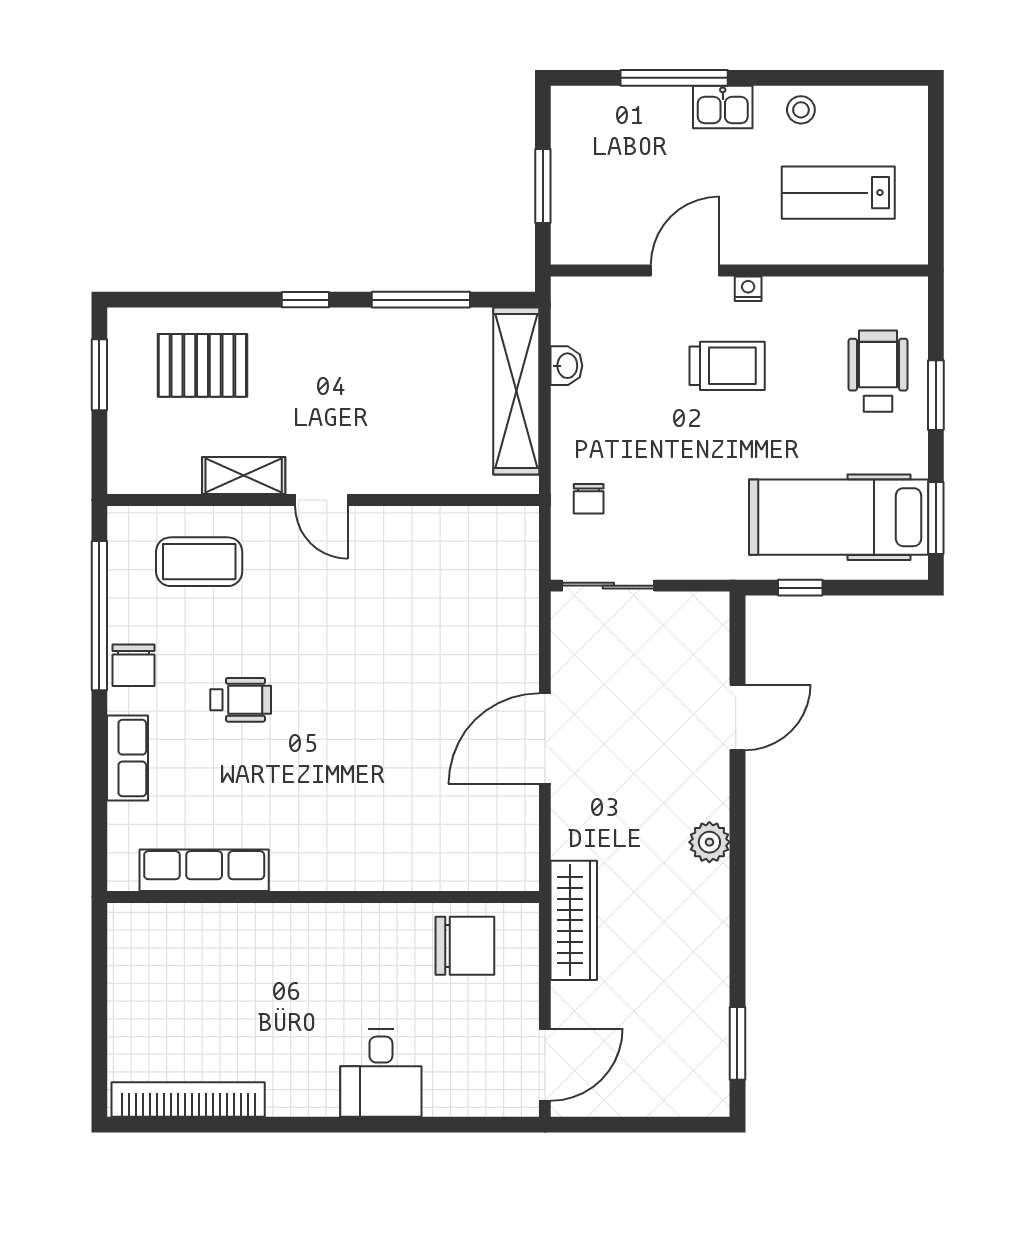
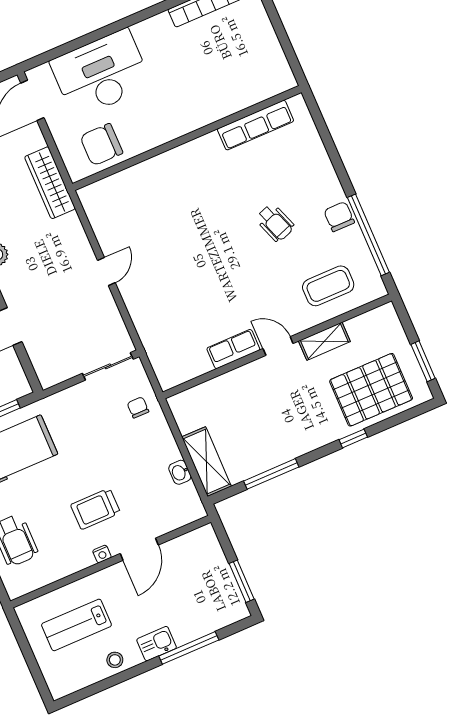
window: (543, 186) -> (242, 581), moved
lab bench: (838, 193) -> (76, 625), turned 180
window: (305, 300) -> (353, 438), moved
pallet: (202, 365) -> (371, 390), width x1.37, depth x1.41
shelving: (516, 391) -> (207, 462), width x0.68
wheelchair: (241, 700) -> (275, 223), turned -110
door: (545, 739) -> (106, 272), width x0.53
row of seats: (127, 758) -> (233, 349), moved, turned 90
desk: (381, 1073) -> (101, 74), width x1.87, depth x1.30

